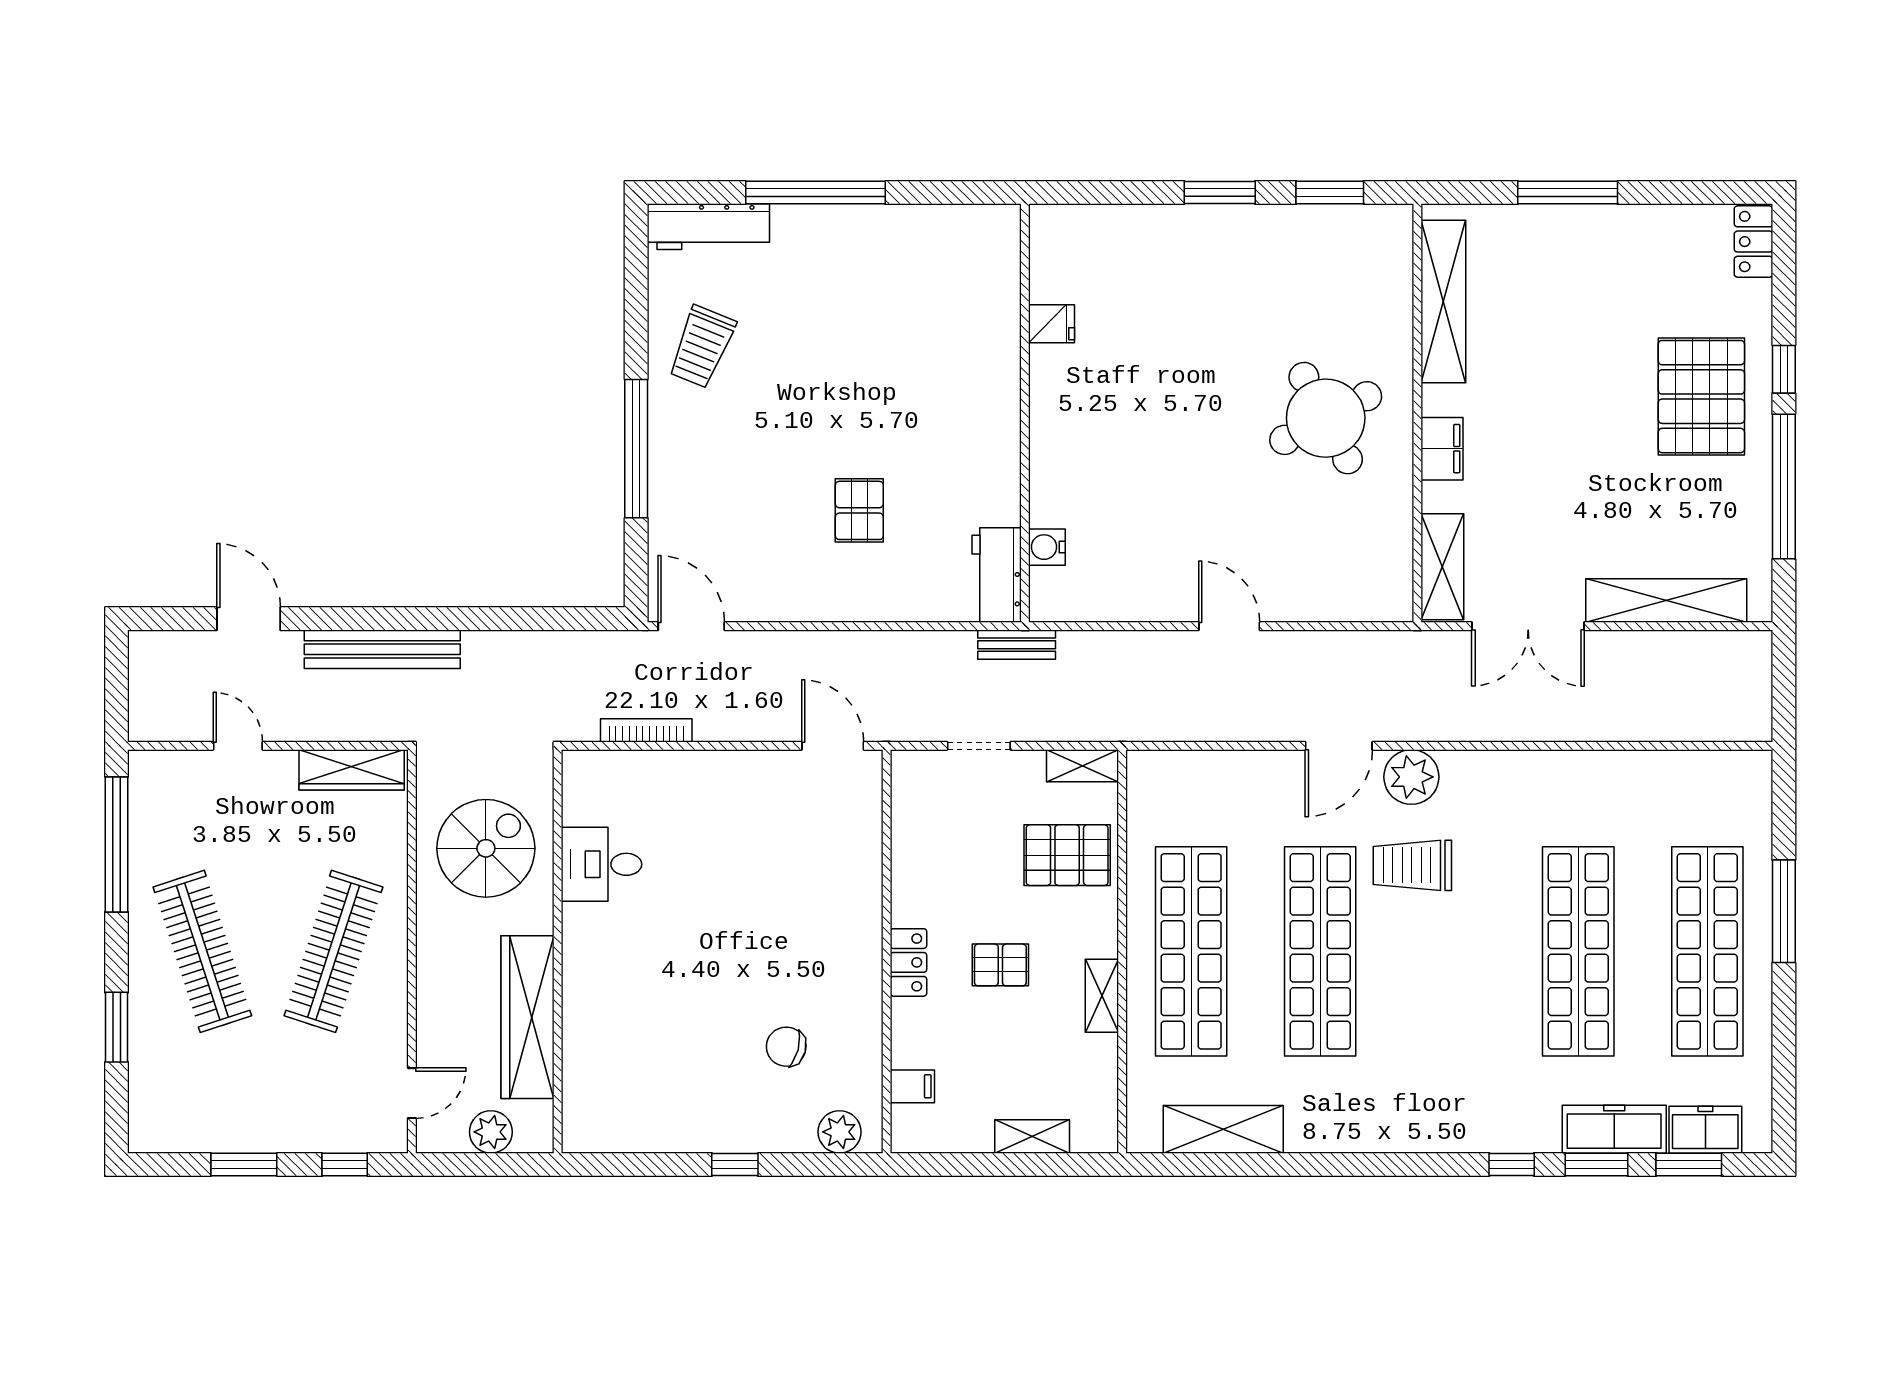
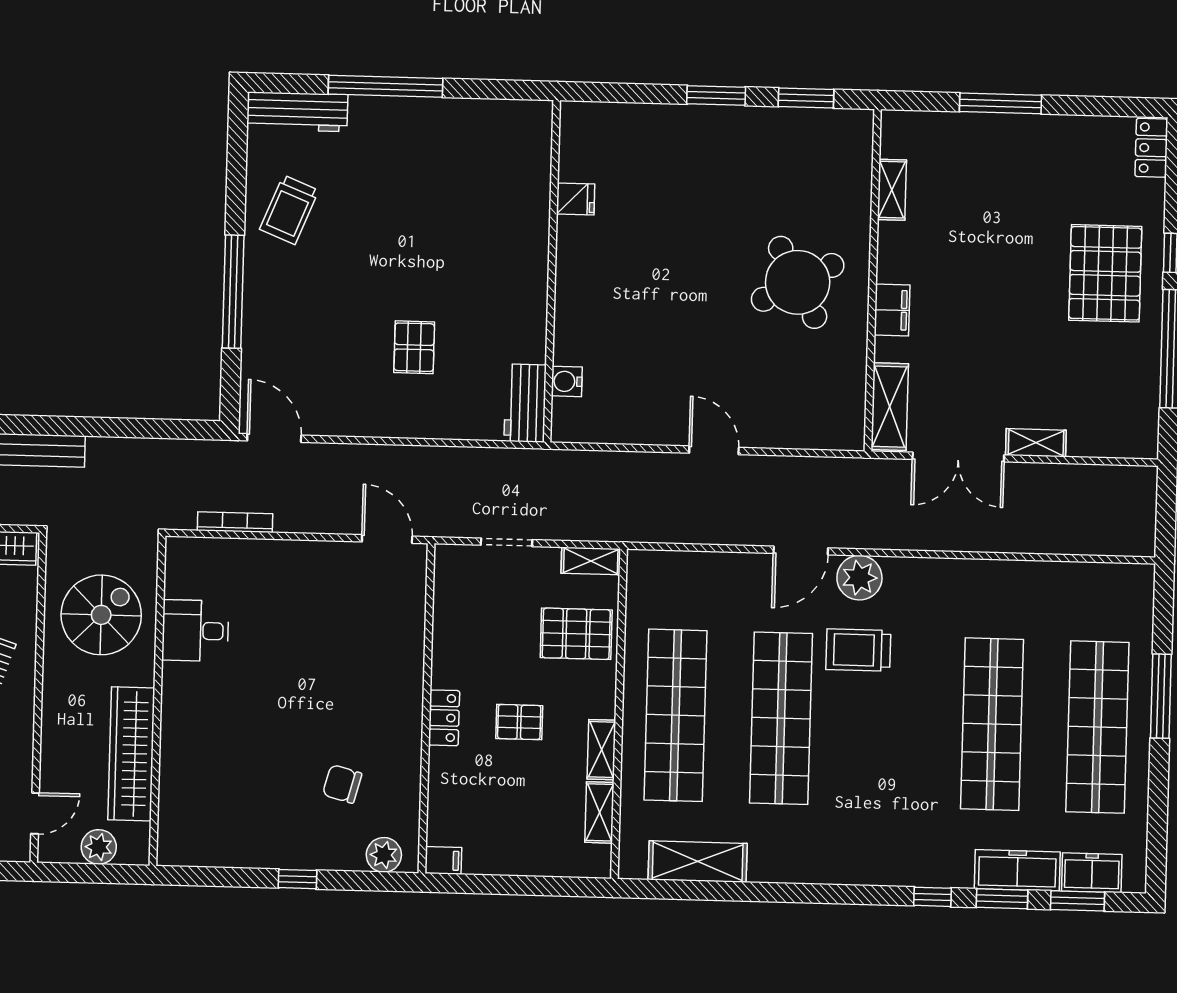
shelving: (1443, 302) -> (892, 190), width x0.45, depth x0.75
shelving: (1666, 600) -> (1036, 443), width x0.45, depth x0.75
bench: (1017, 645) -> (540, 461), removed
filing cabinet: (912, 1086) -> (443, 860), moved
shelving: (1032, 1136) -> (599, 812), moved, turned 90

